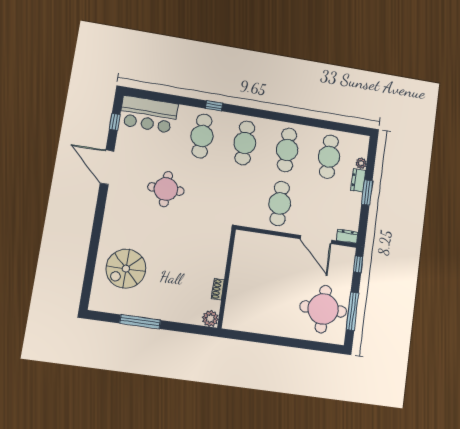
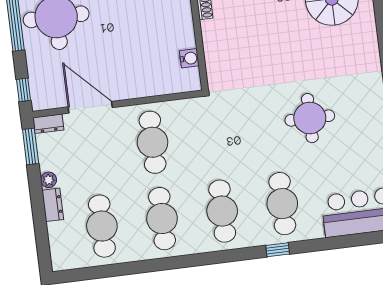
plant: (361, 163) -> (49, 180), moved
window: (367, 192) -> (31, 146), moved
water cooler: (239, 254) -> (189, 58), added

